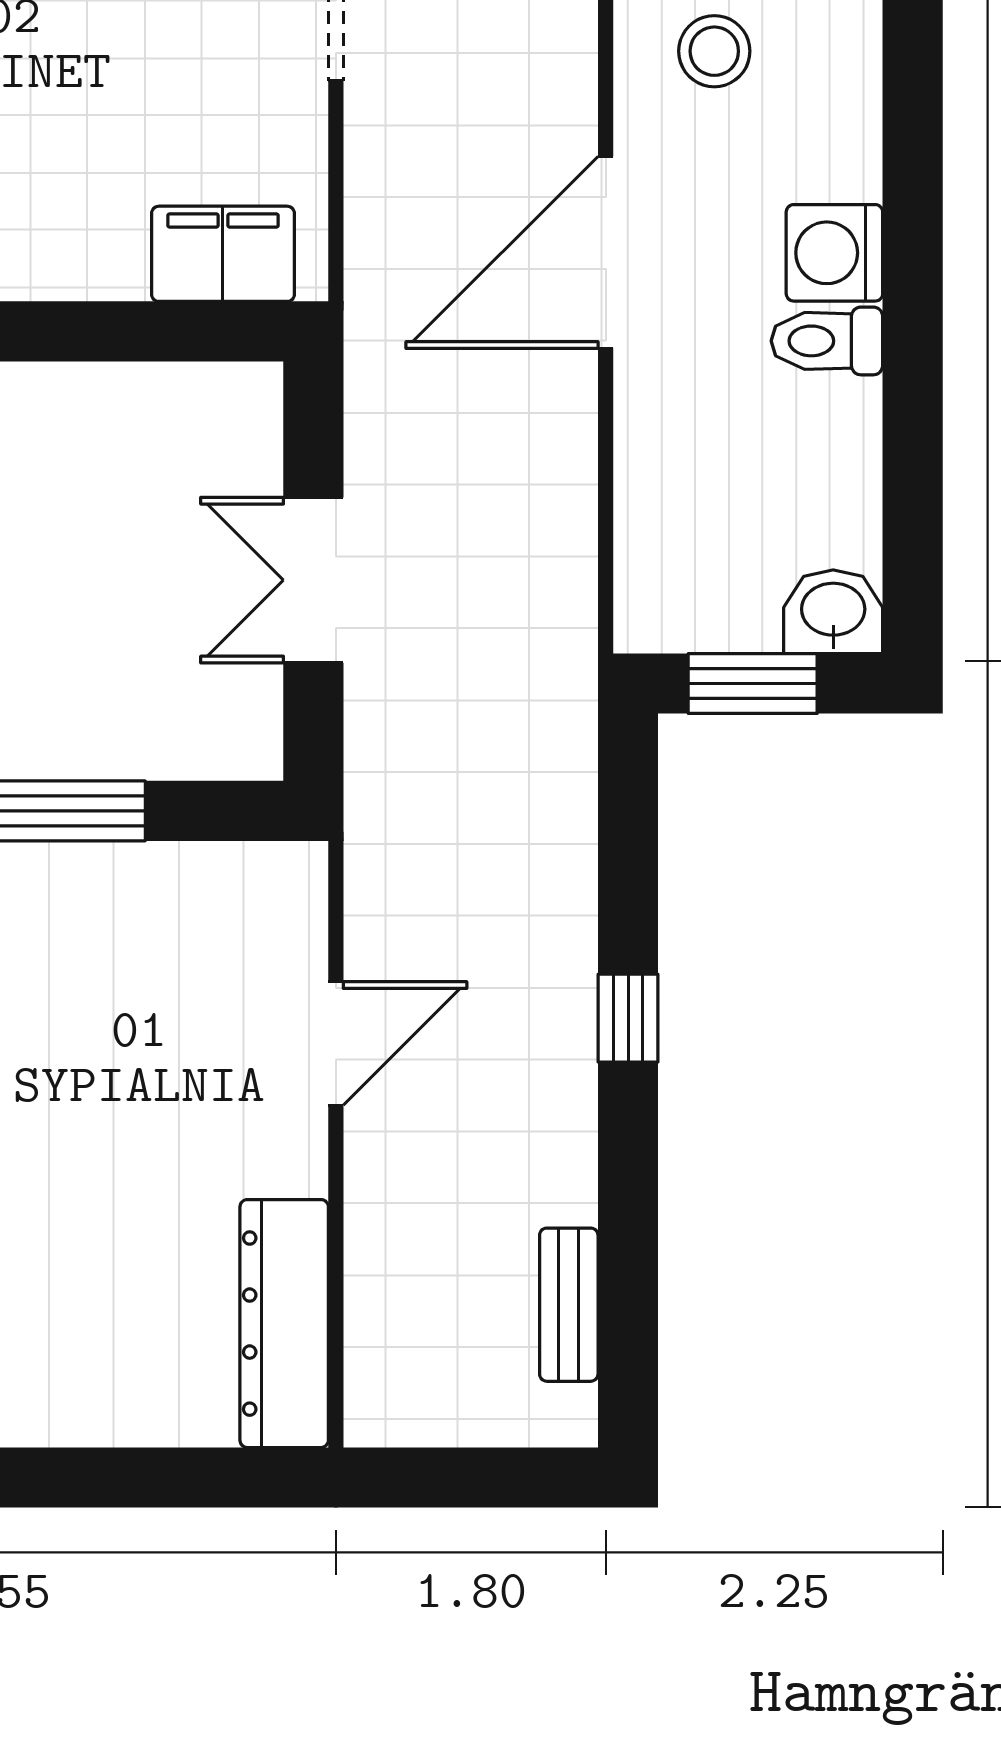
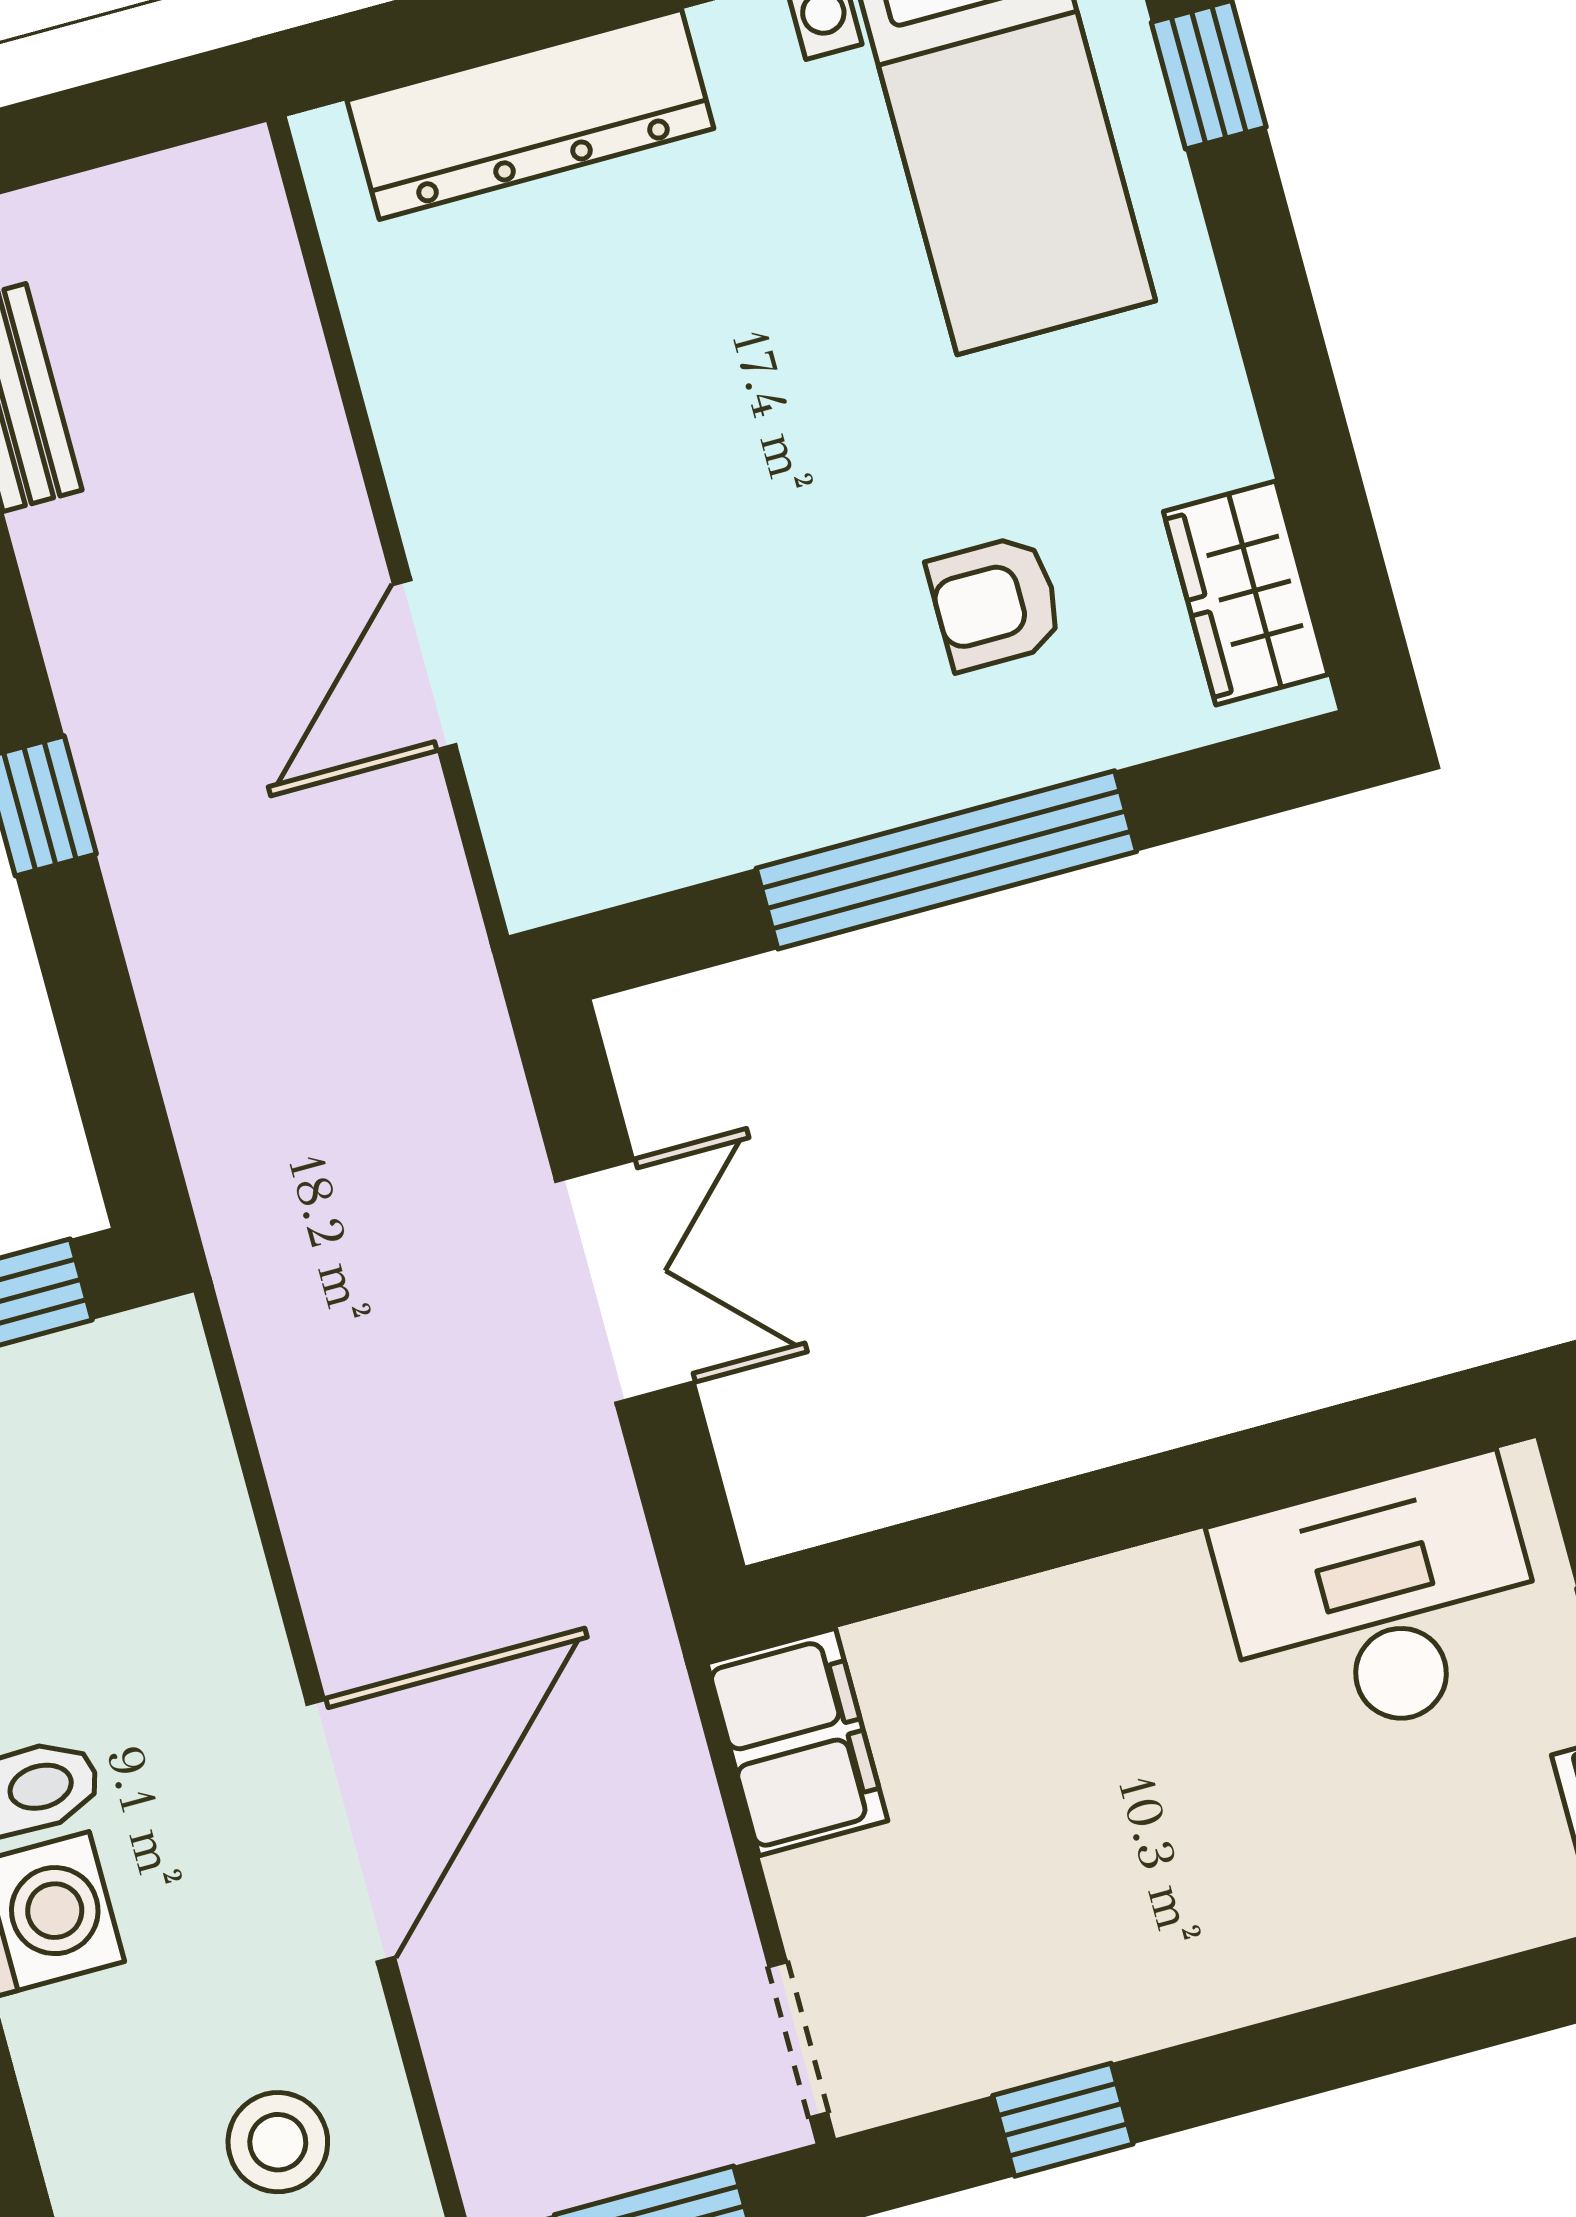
filing cabinet: (223, 254) -> (797, 1742), moved, turned -90
dresser: (284, 1324) -> (530, 114), moved, turned 90

